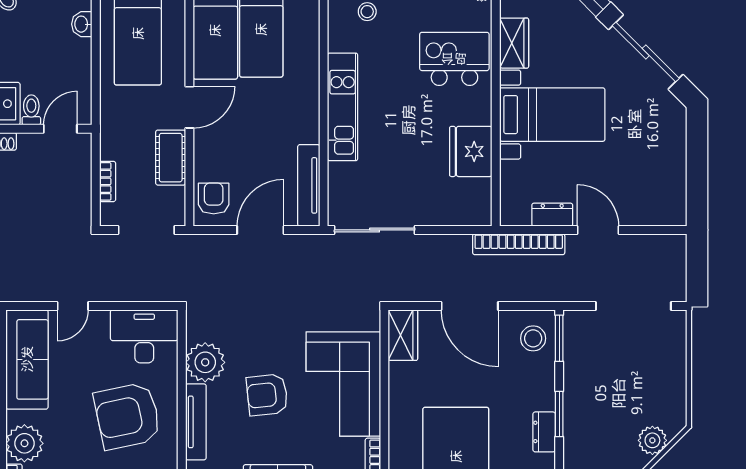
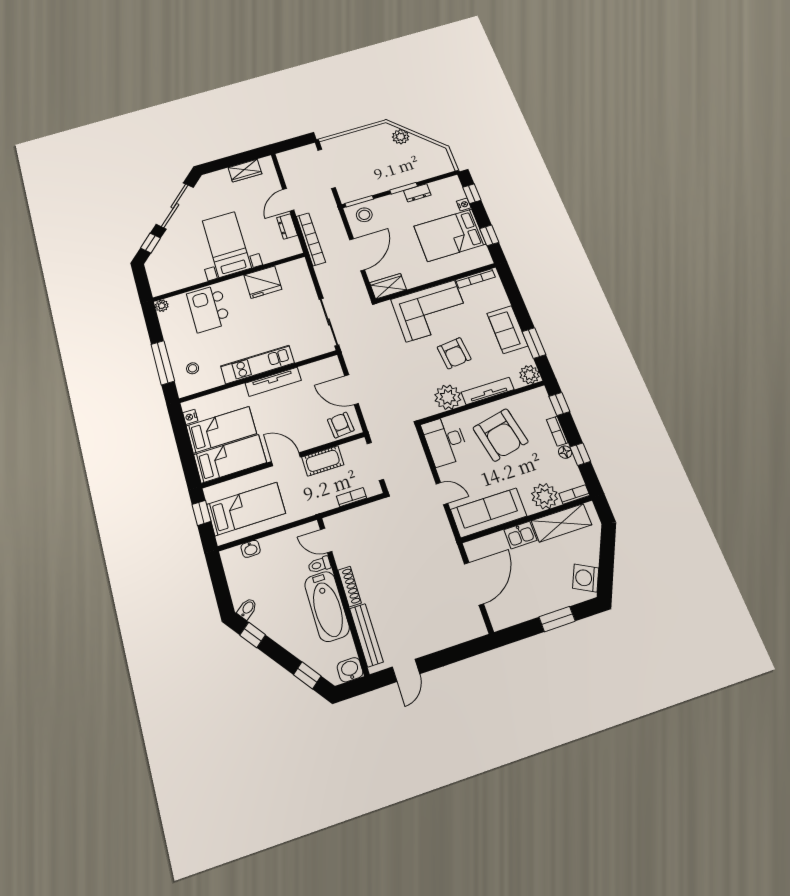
wardrobe: (514, 43) -> (245, 171), moved, turned 180
tv unit: (309, 185) -> (273, 382), moved
armchair: (214, 198) -> (341, 425), turned 85

